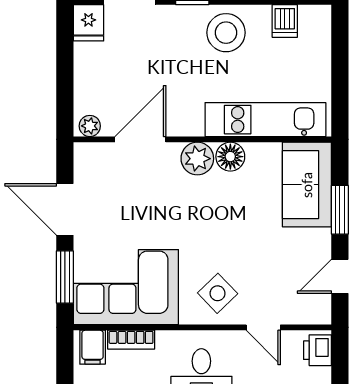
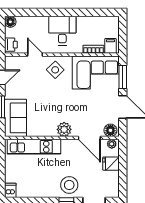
dishwasher: (285, 21) -> (10, 190), moved
fridge: (88, 23) -> (111, 164), moved, turned -90
stool: (226, 33) -> (69, 185), moved
door: (140, 139) -> (89, 138), hinge flipped
floor lamp: (230, 157) -> (110, 130), moved

